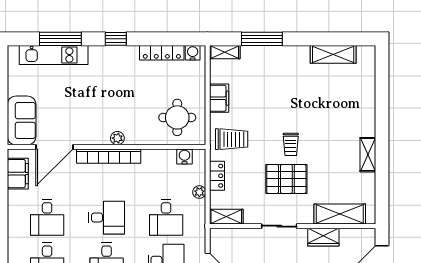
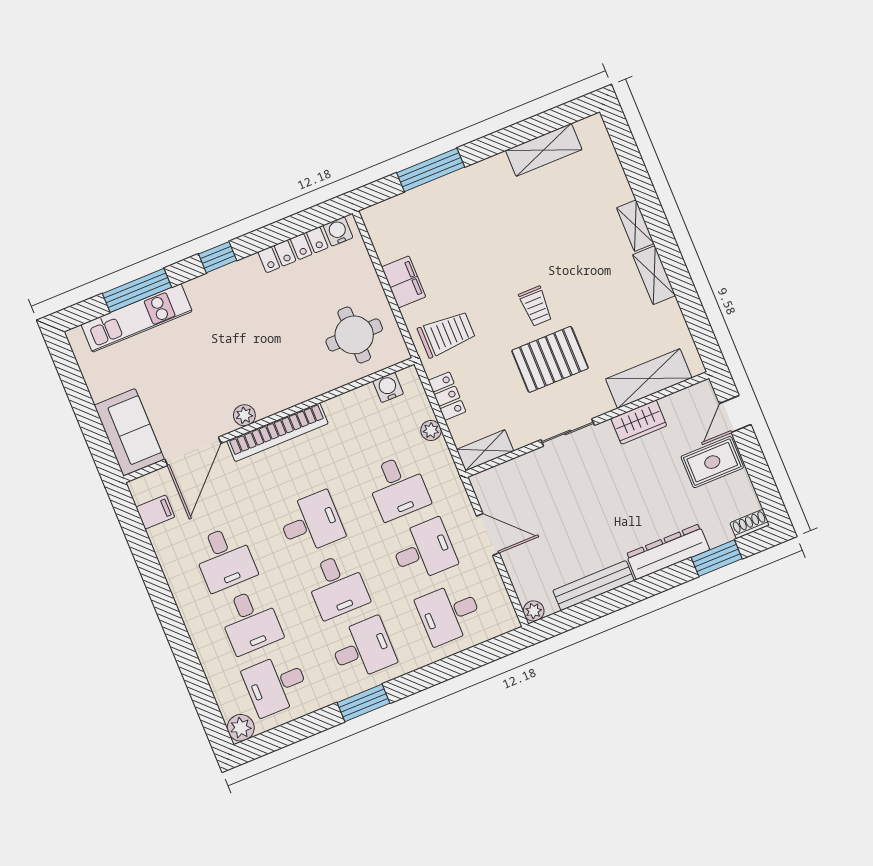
shelving: (225, 52) -> (635, 226), moved, turned 90
plant: (117, 138) -> (244, 415), moved
filing cabinet: (18, 174) -> (155, 512), width x0.50

